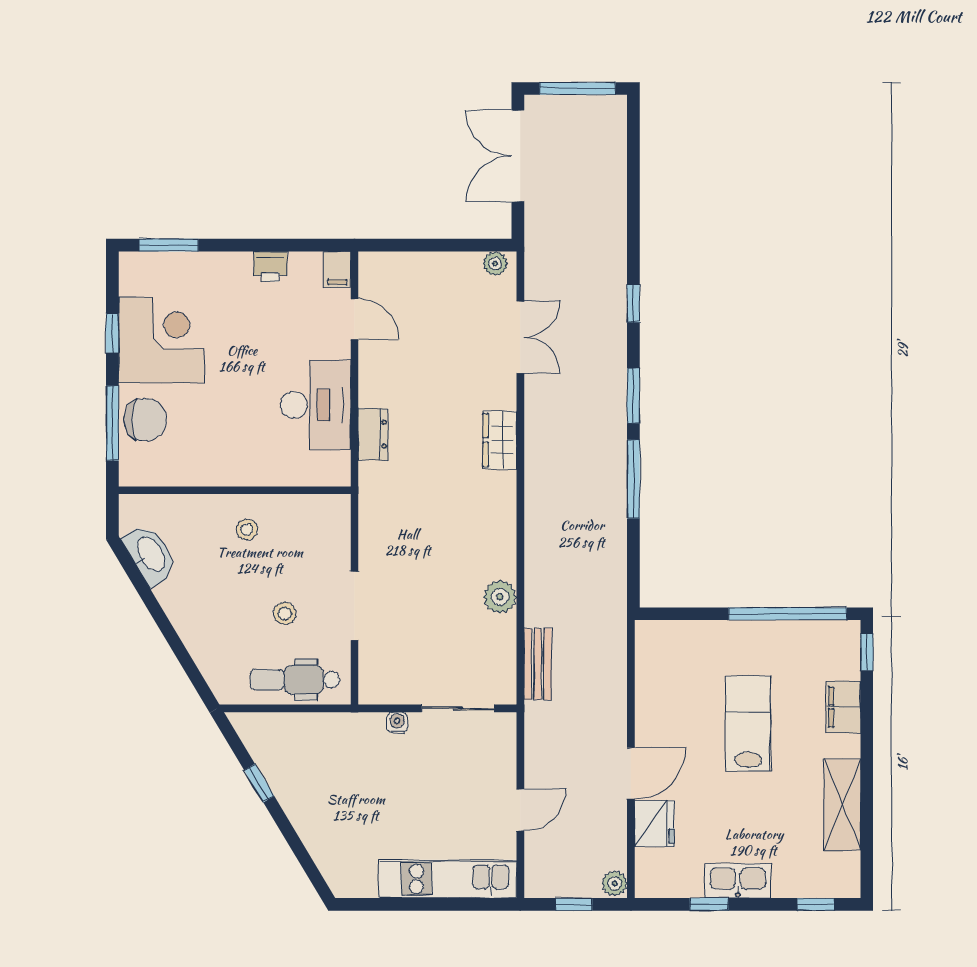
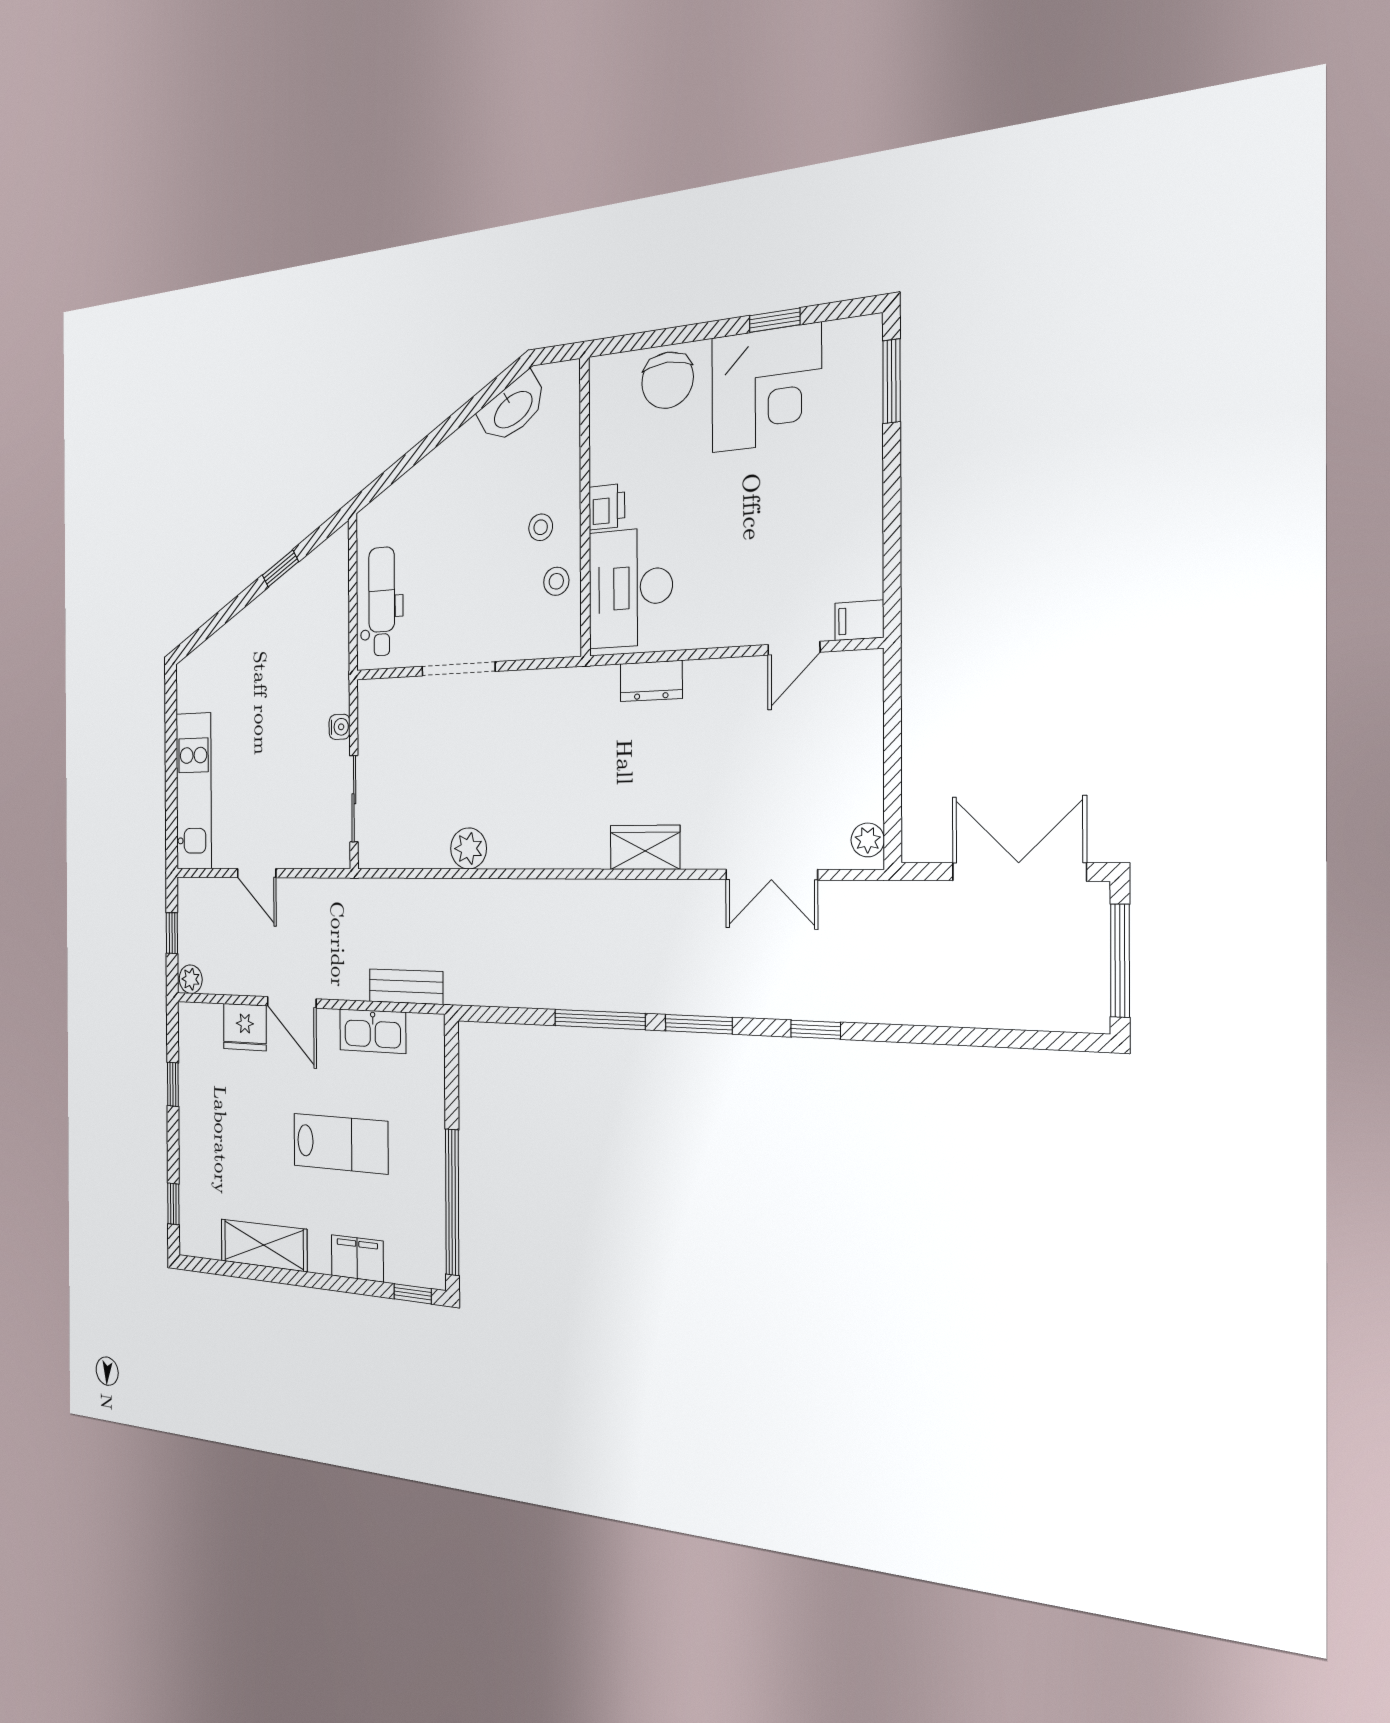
printer: (270, 266) -> (607, 507), moved, turned 180
desk: (316, 405) -> (631, 588), moved, turned 90
window: (112, 423) -> (663, 337), removed
stool: (285, 613) -> (556, 581), moved
bench: (538, 664) -> (406, 987), moved
kitchen sink: (738, 881) -> (373, 1031), moved, turned 90

